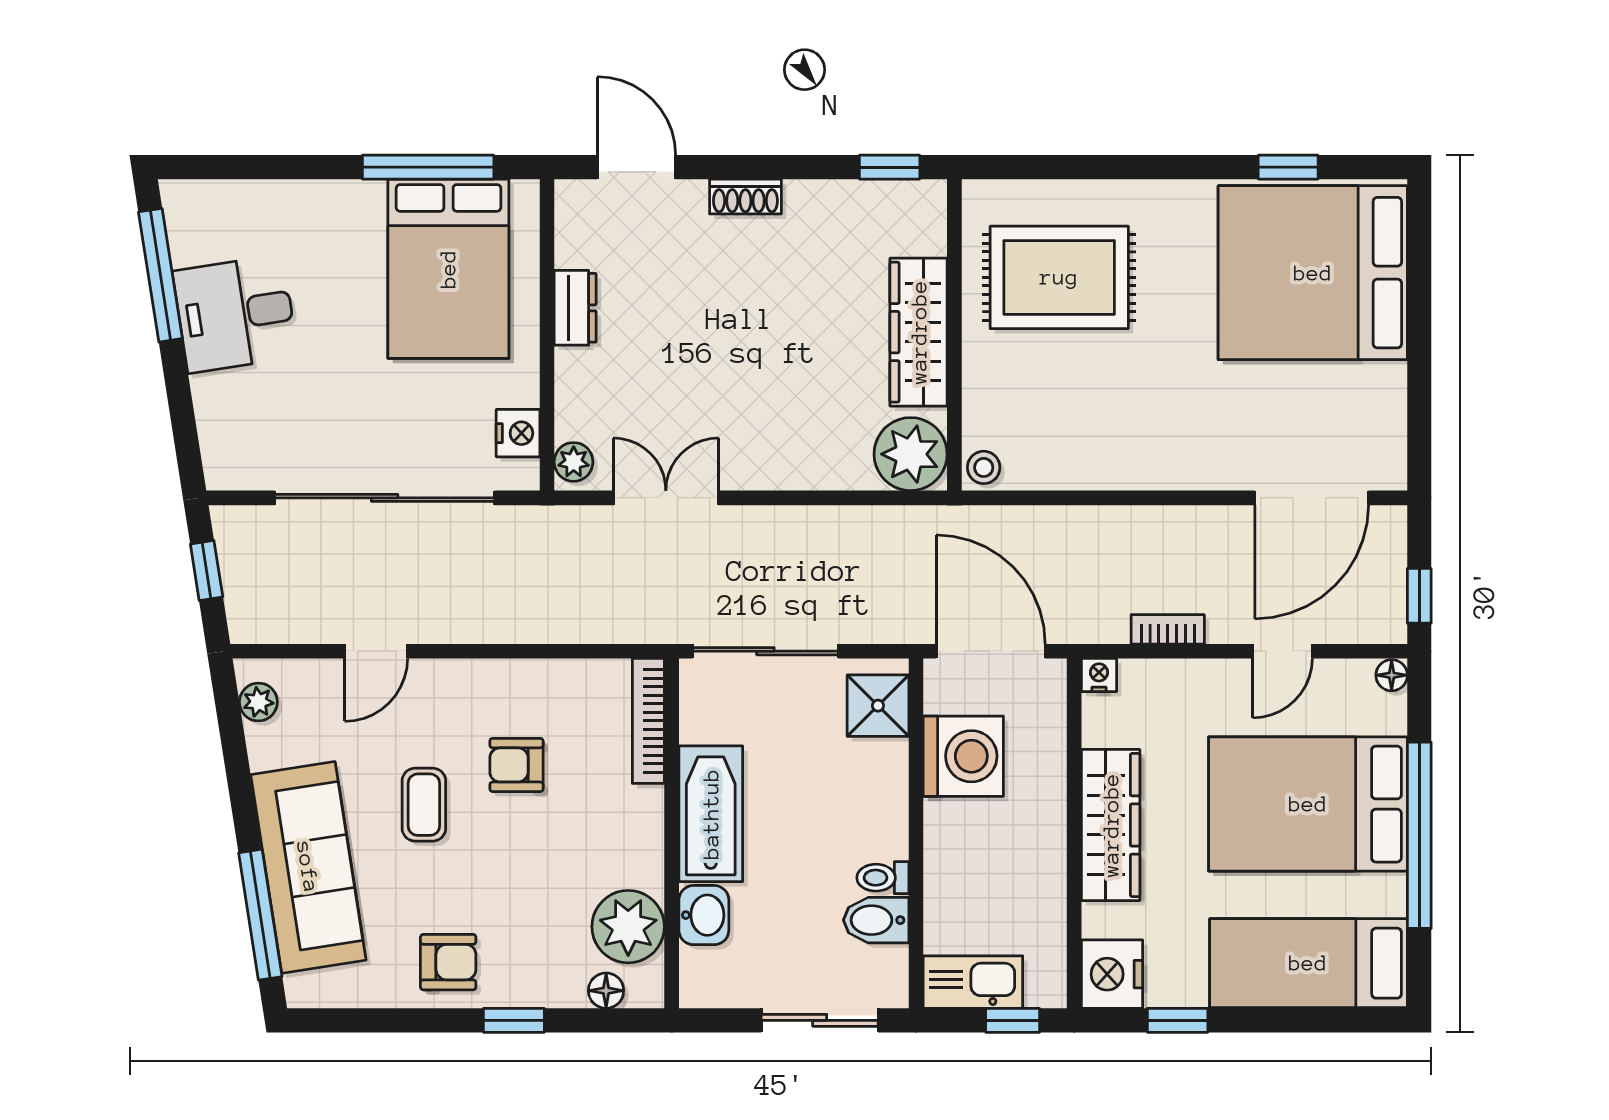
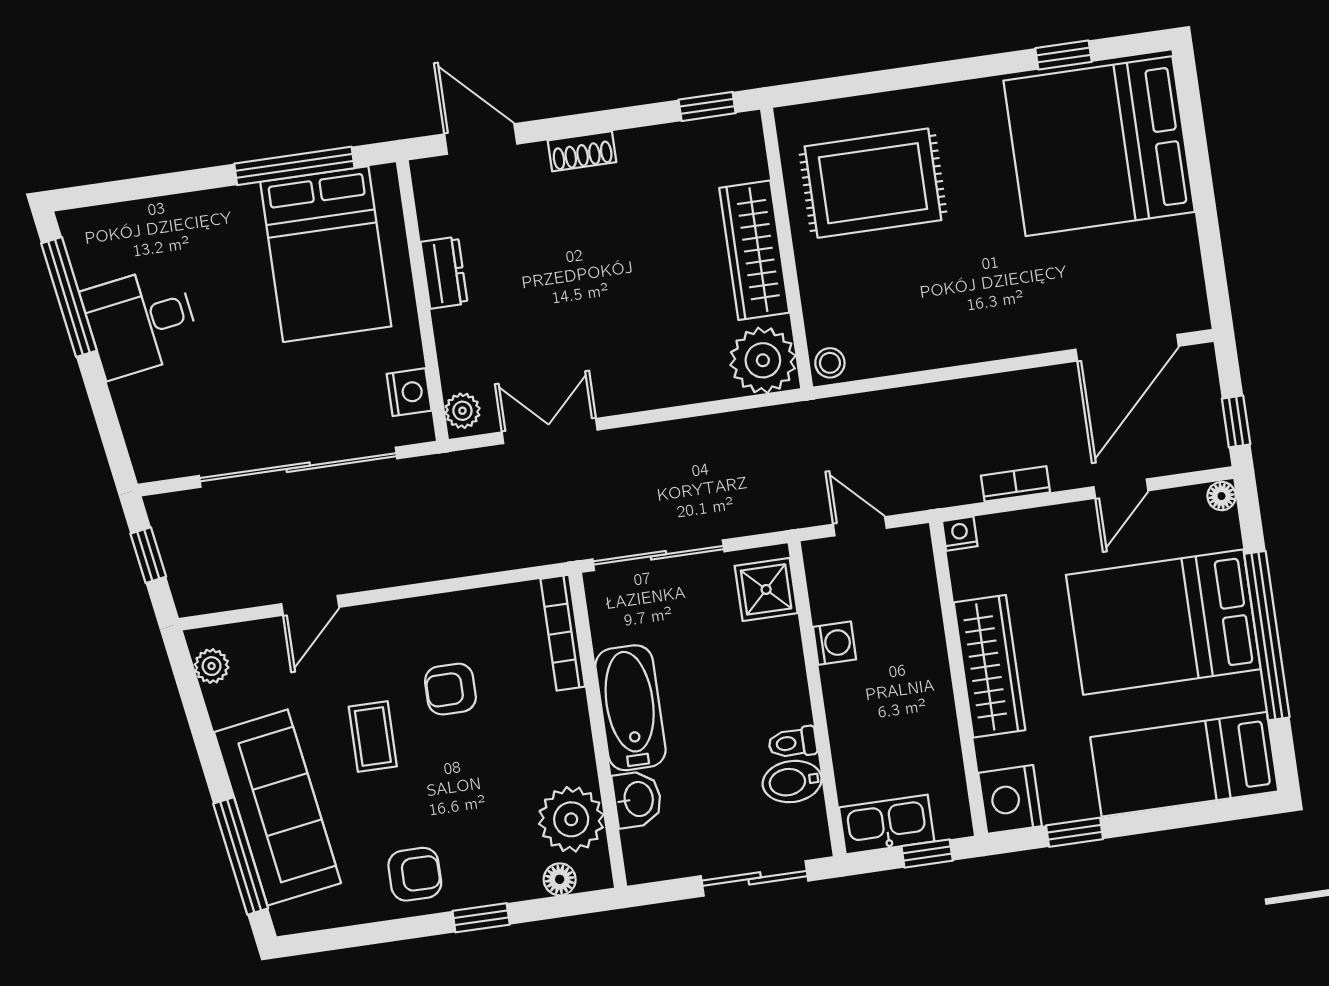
door: (991, 651) -> (860, 526), width x0.53
washing machine: (963, 756) -> (835, 643), width x0.53, depth x0.53

